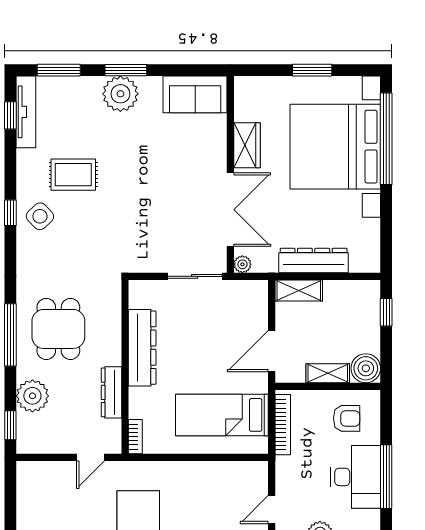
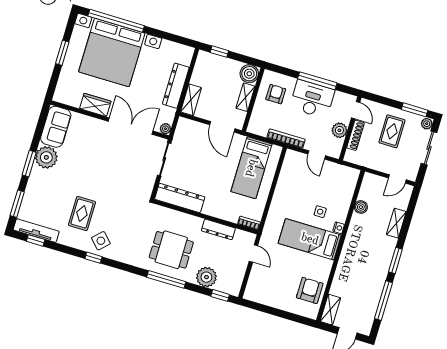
plant: (120, 94) -> (46, 157), moved
dresser: (142, 348) -> (180, 198), moved
bookcase: (283, 425) -> (286, 138), moved

